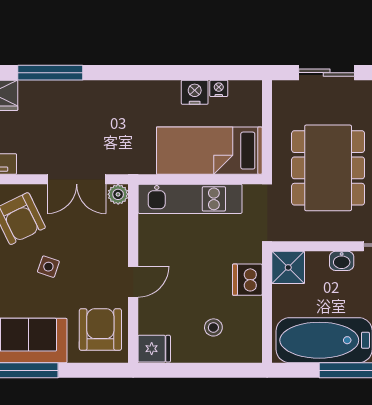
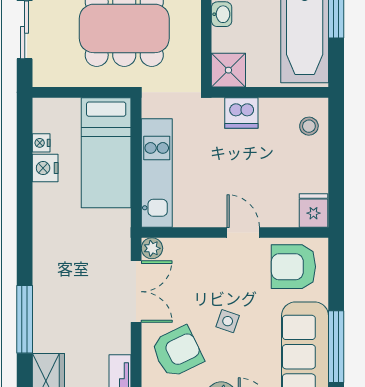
stool: (213, 327) -> (309, 126), moved

